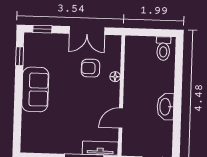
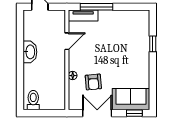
window: (20, 56) -> (153, 44), moved
armchair: (91, 68) -> (93, 82), turned 85
sofa: (35, 89) -> (131, 99), moved, turned 90

